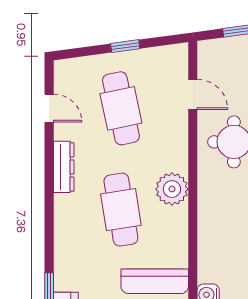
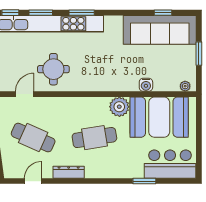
cafe table: (121, 108) -> (33, 138), turned 36
plant: (172, 189) -> (119, 107), moved

